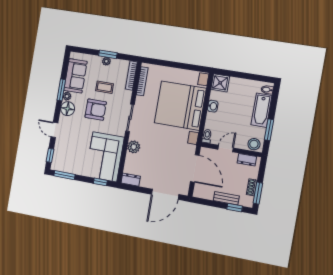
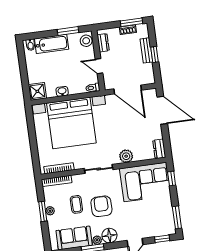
door: (195, 168) -> (128, 89), swing flipped
window: (235, 208) -> (155, 55), moved

